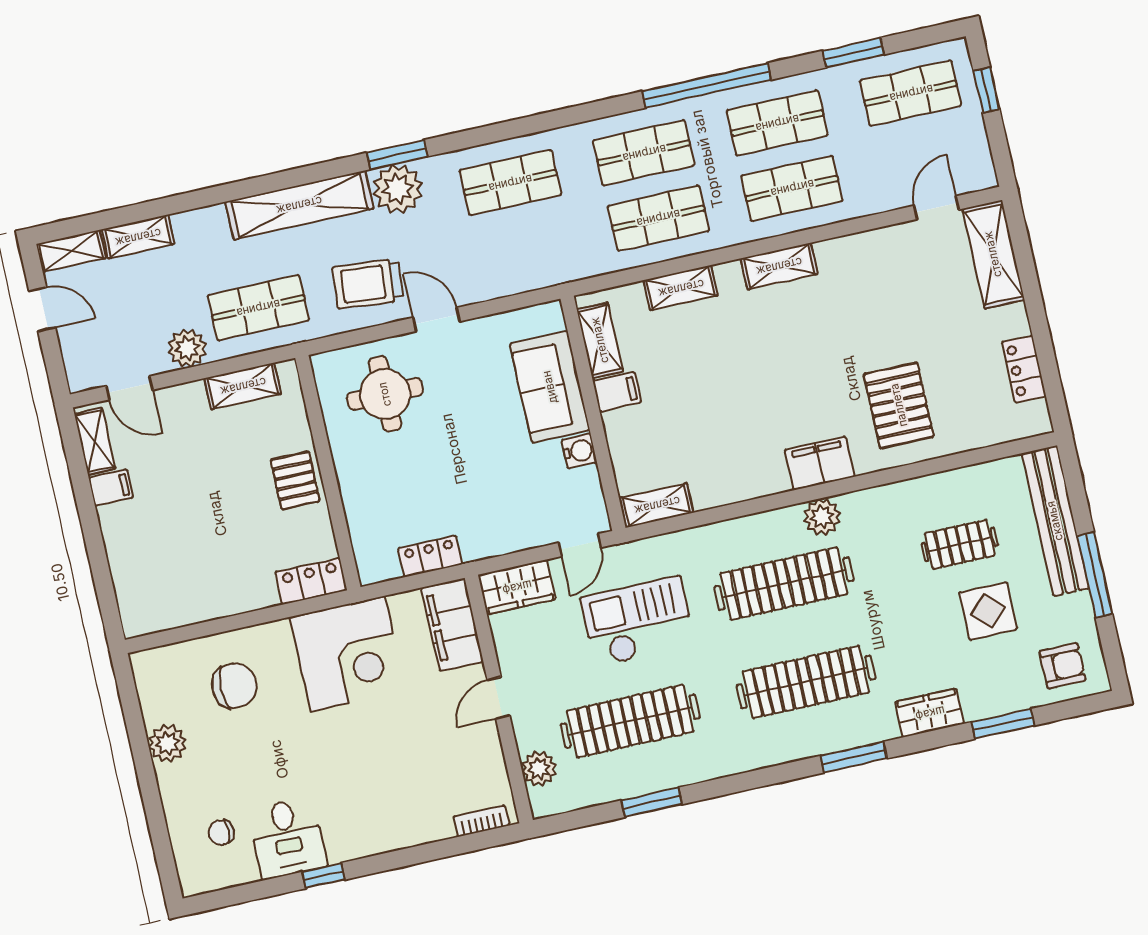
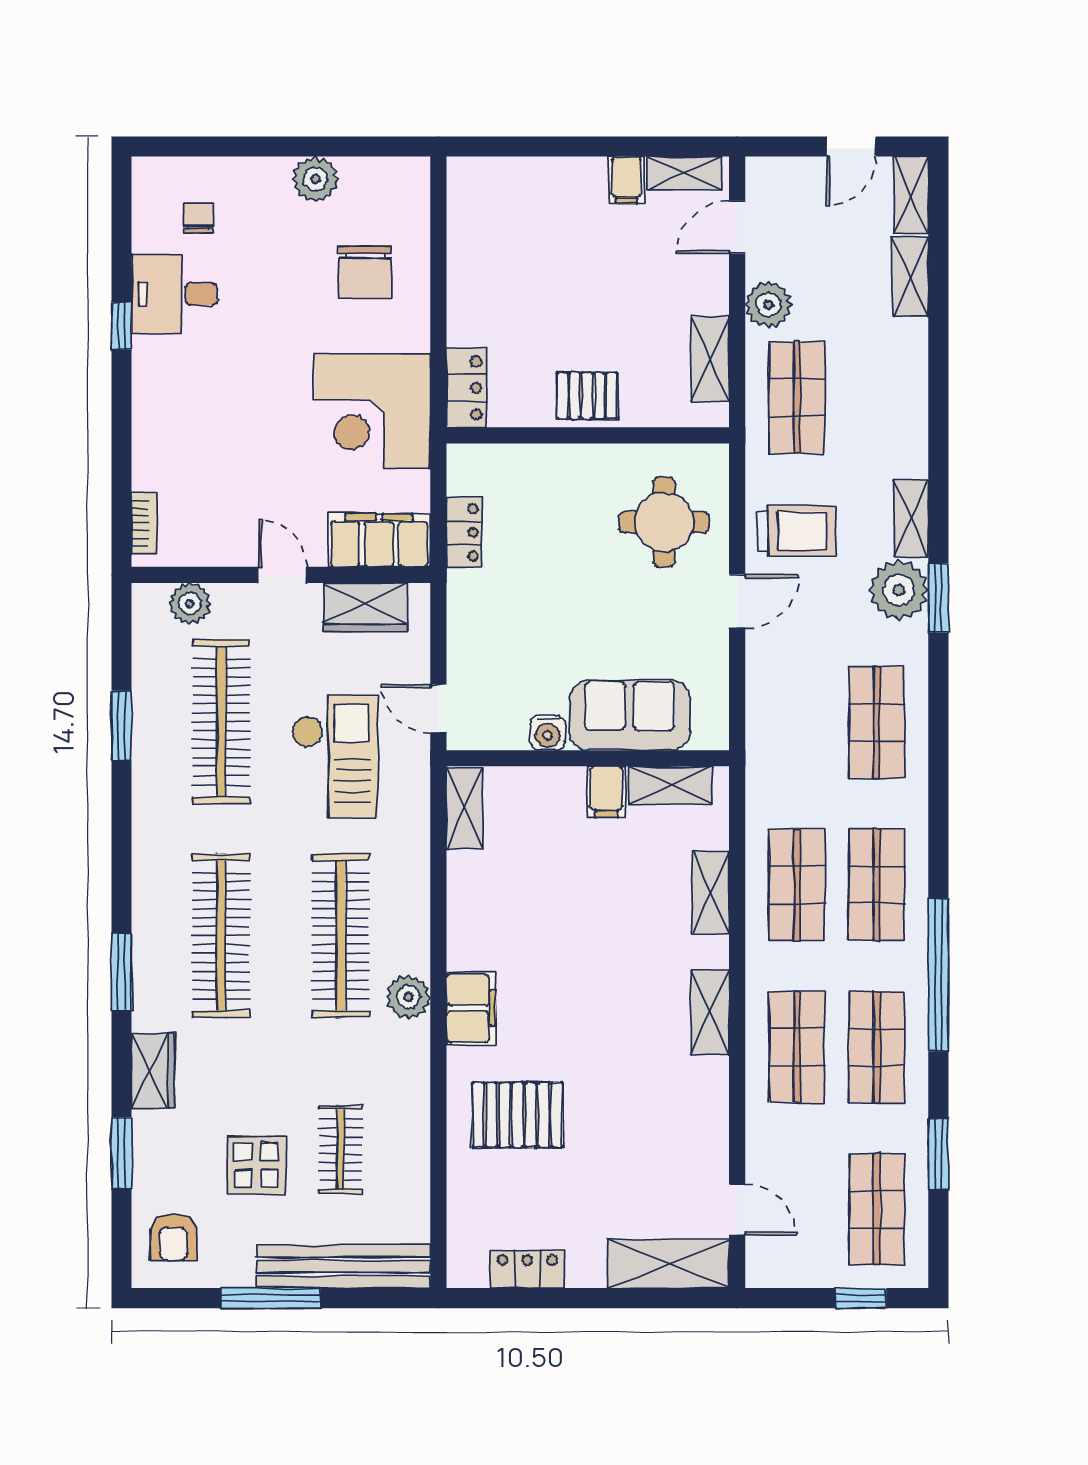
shelving: (299, 205) -> (911, 518), width x0.45, depth x0.75
trolley: (368, 284) -> (796, 531), turned 85
wardrobe: (517, 587) -> (366, 607), moved, turned -90

